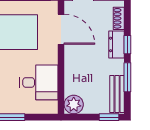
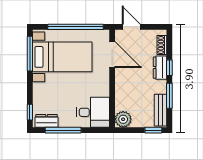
desk: (39, 82) -> (93, 112), moved

